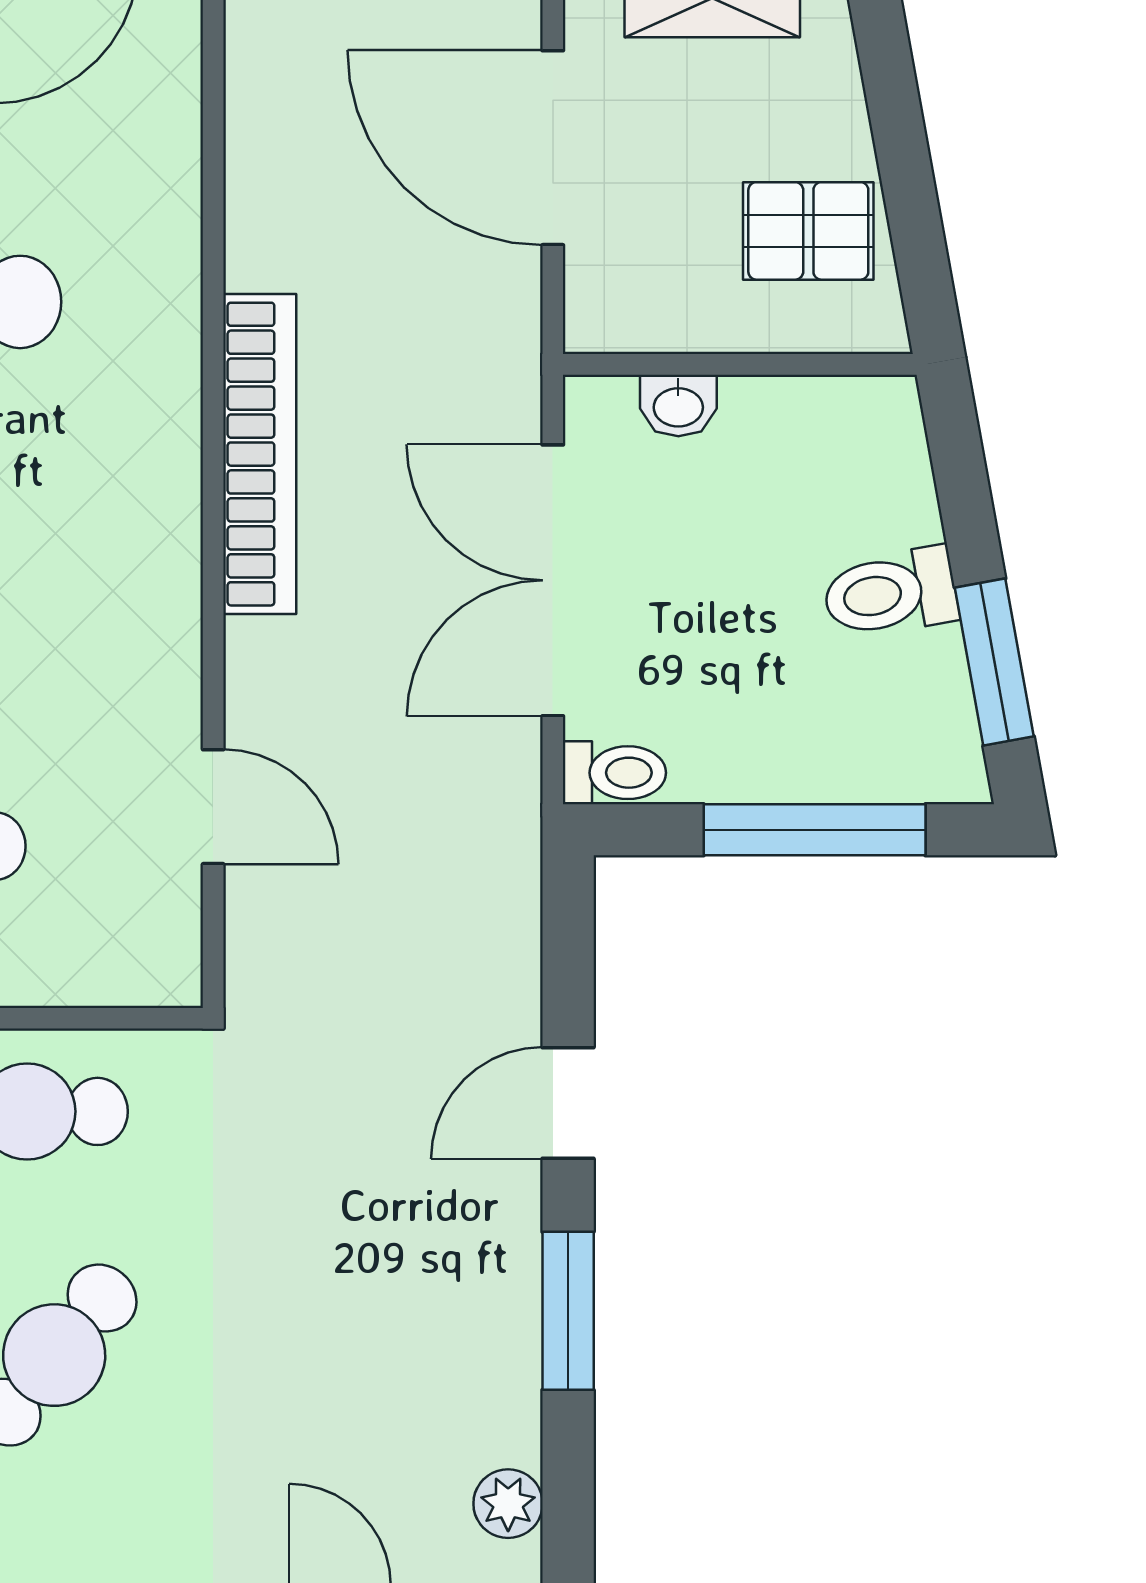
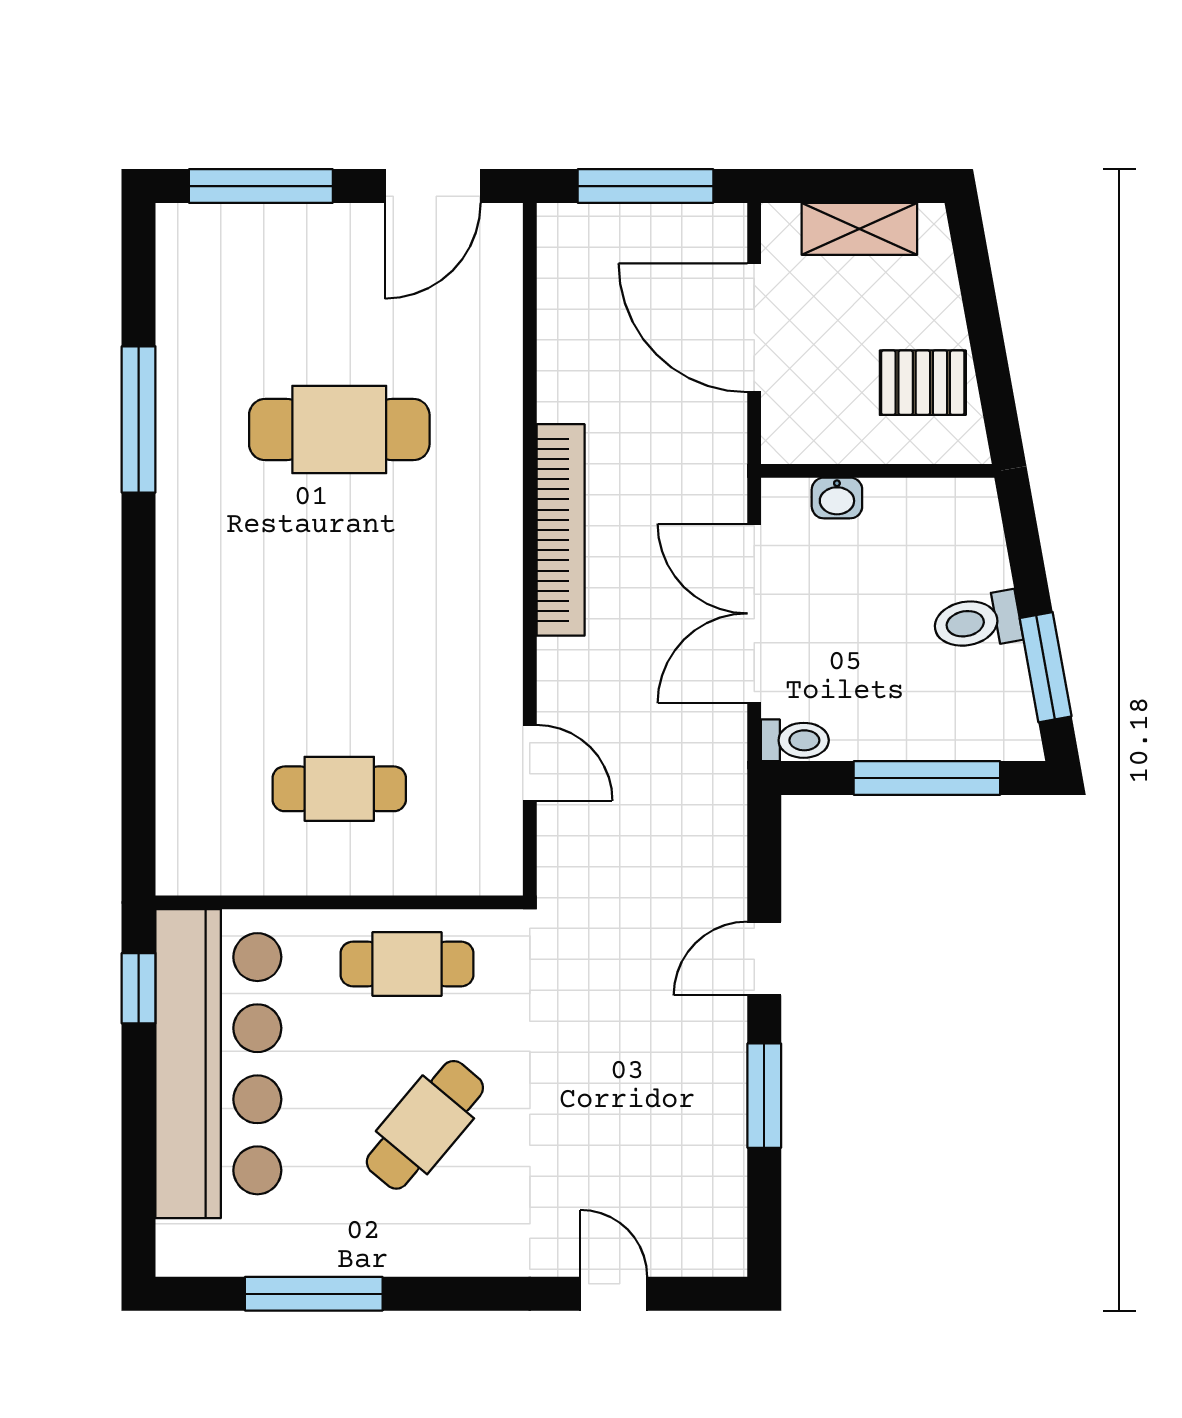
plant: (508, 1504) -> (725, 1223), removed

